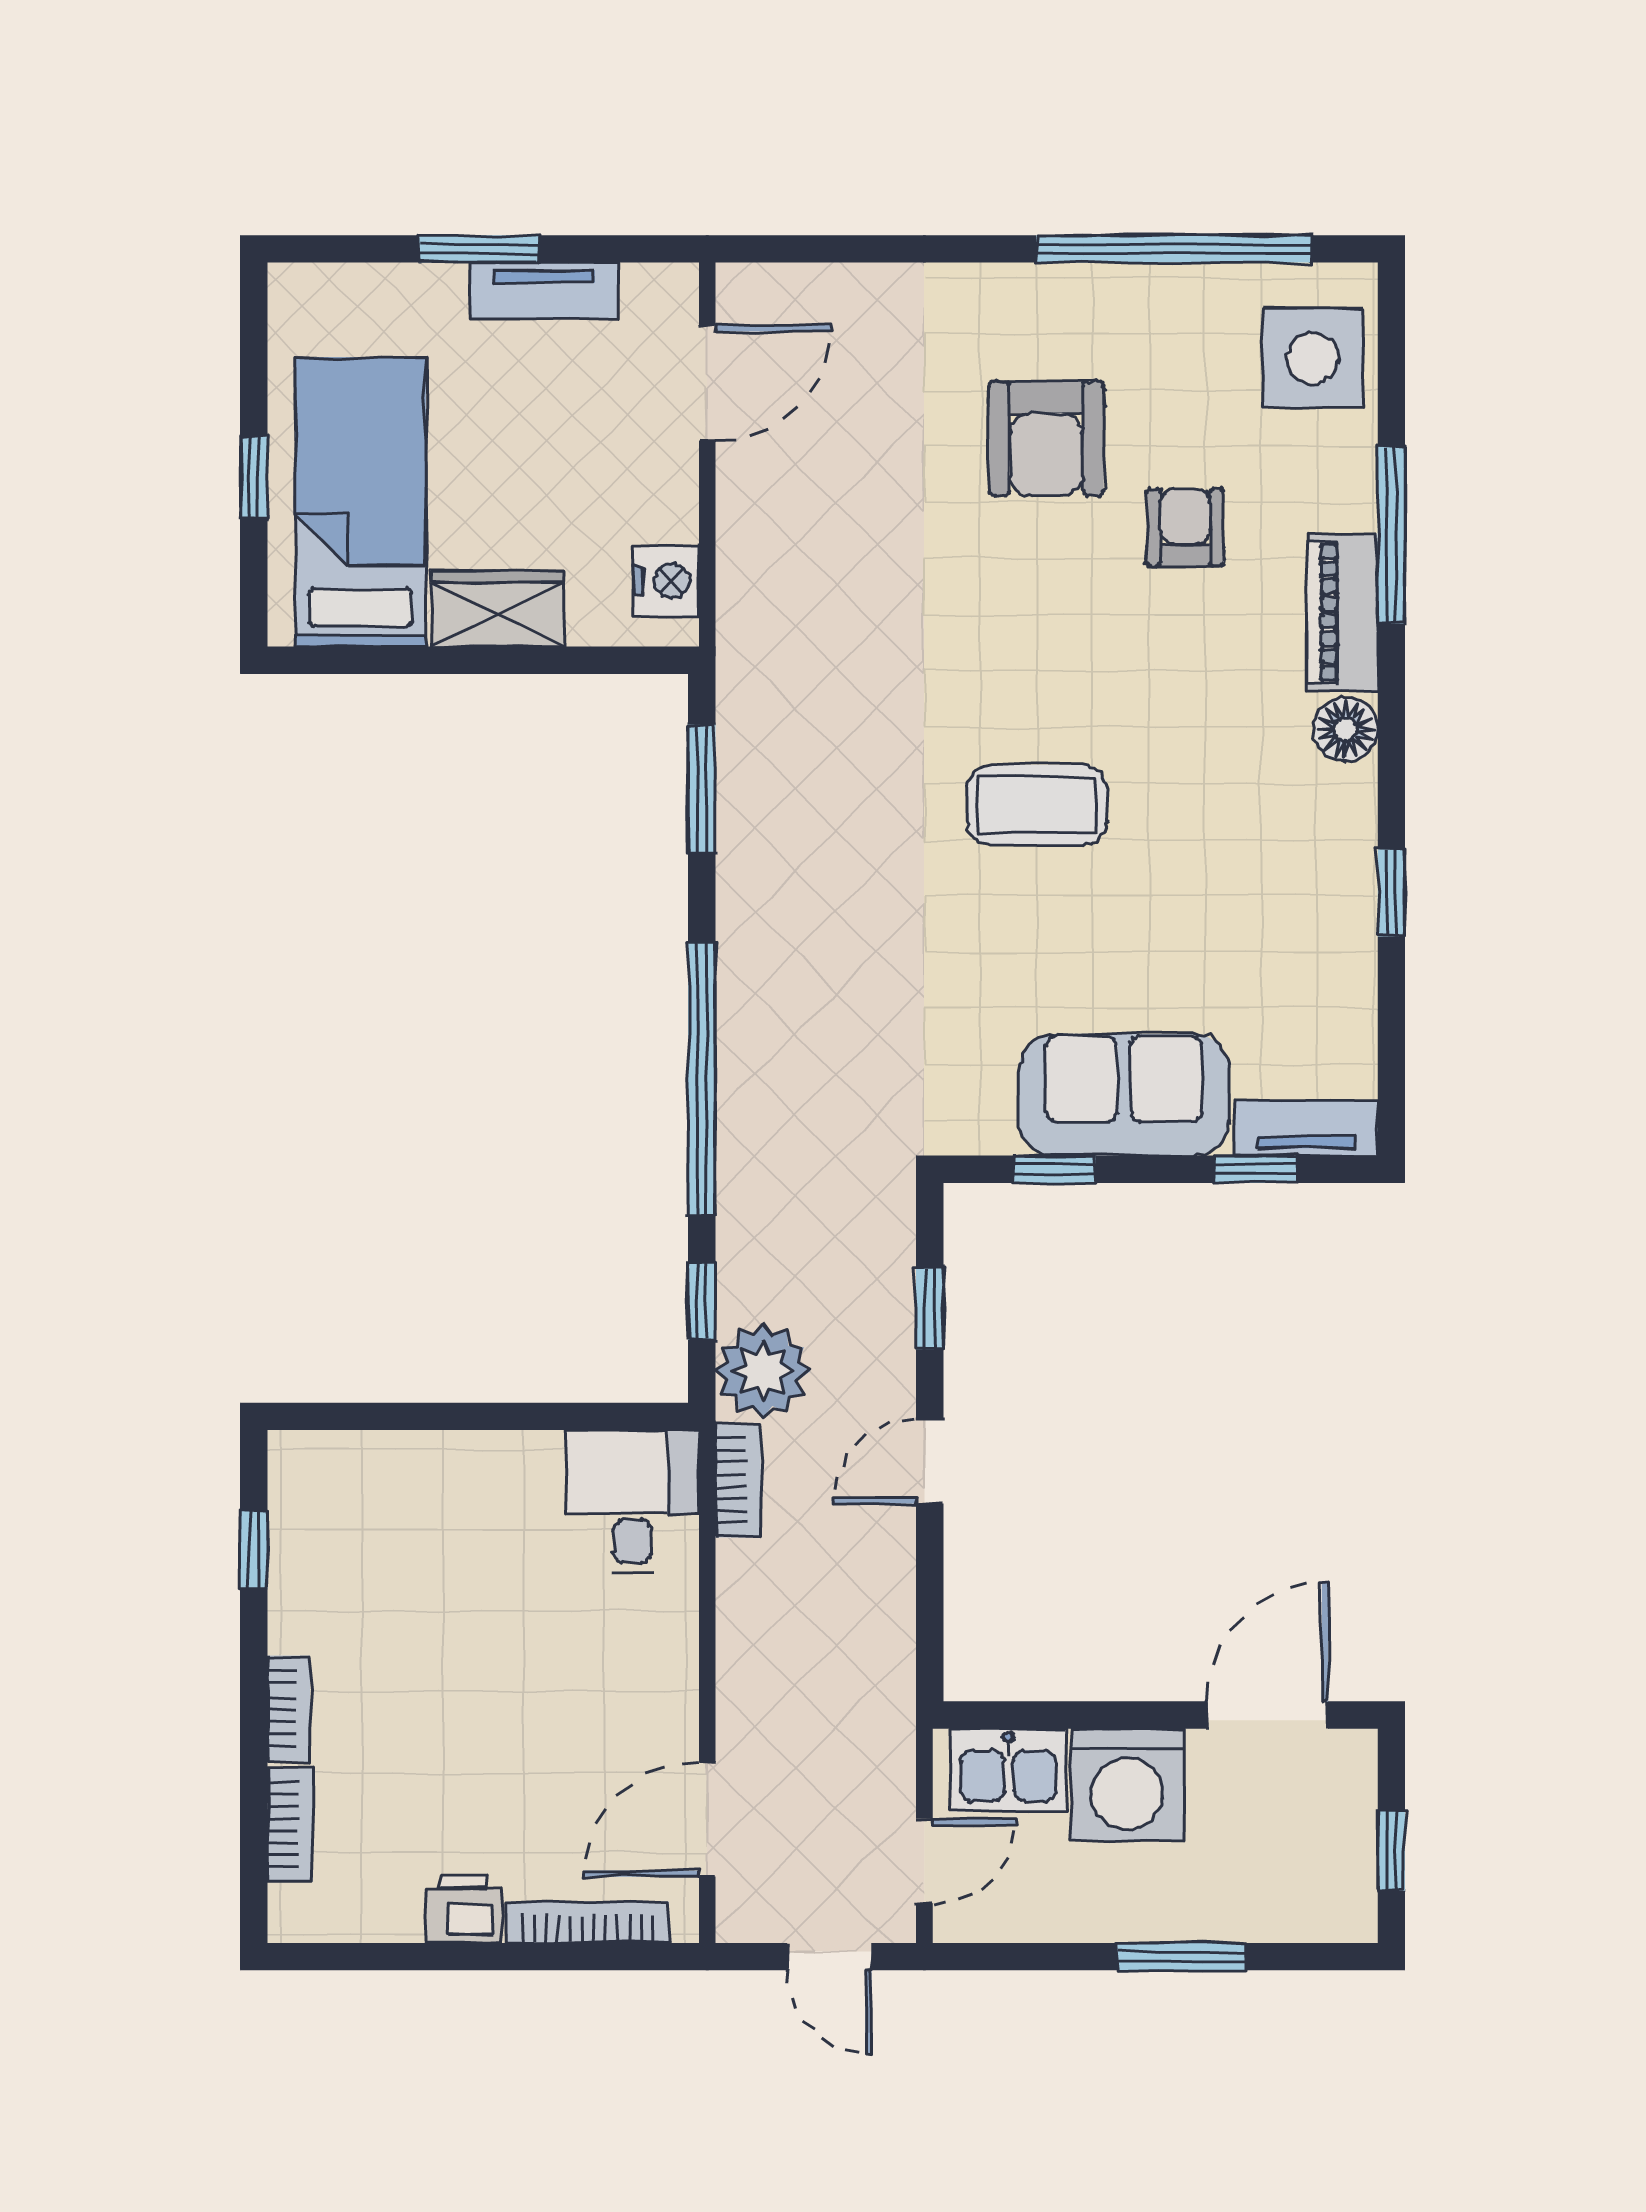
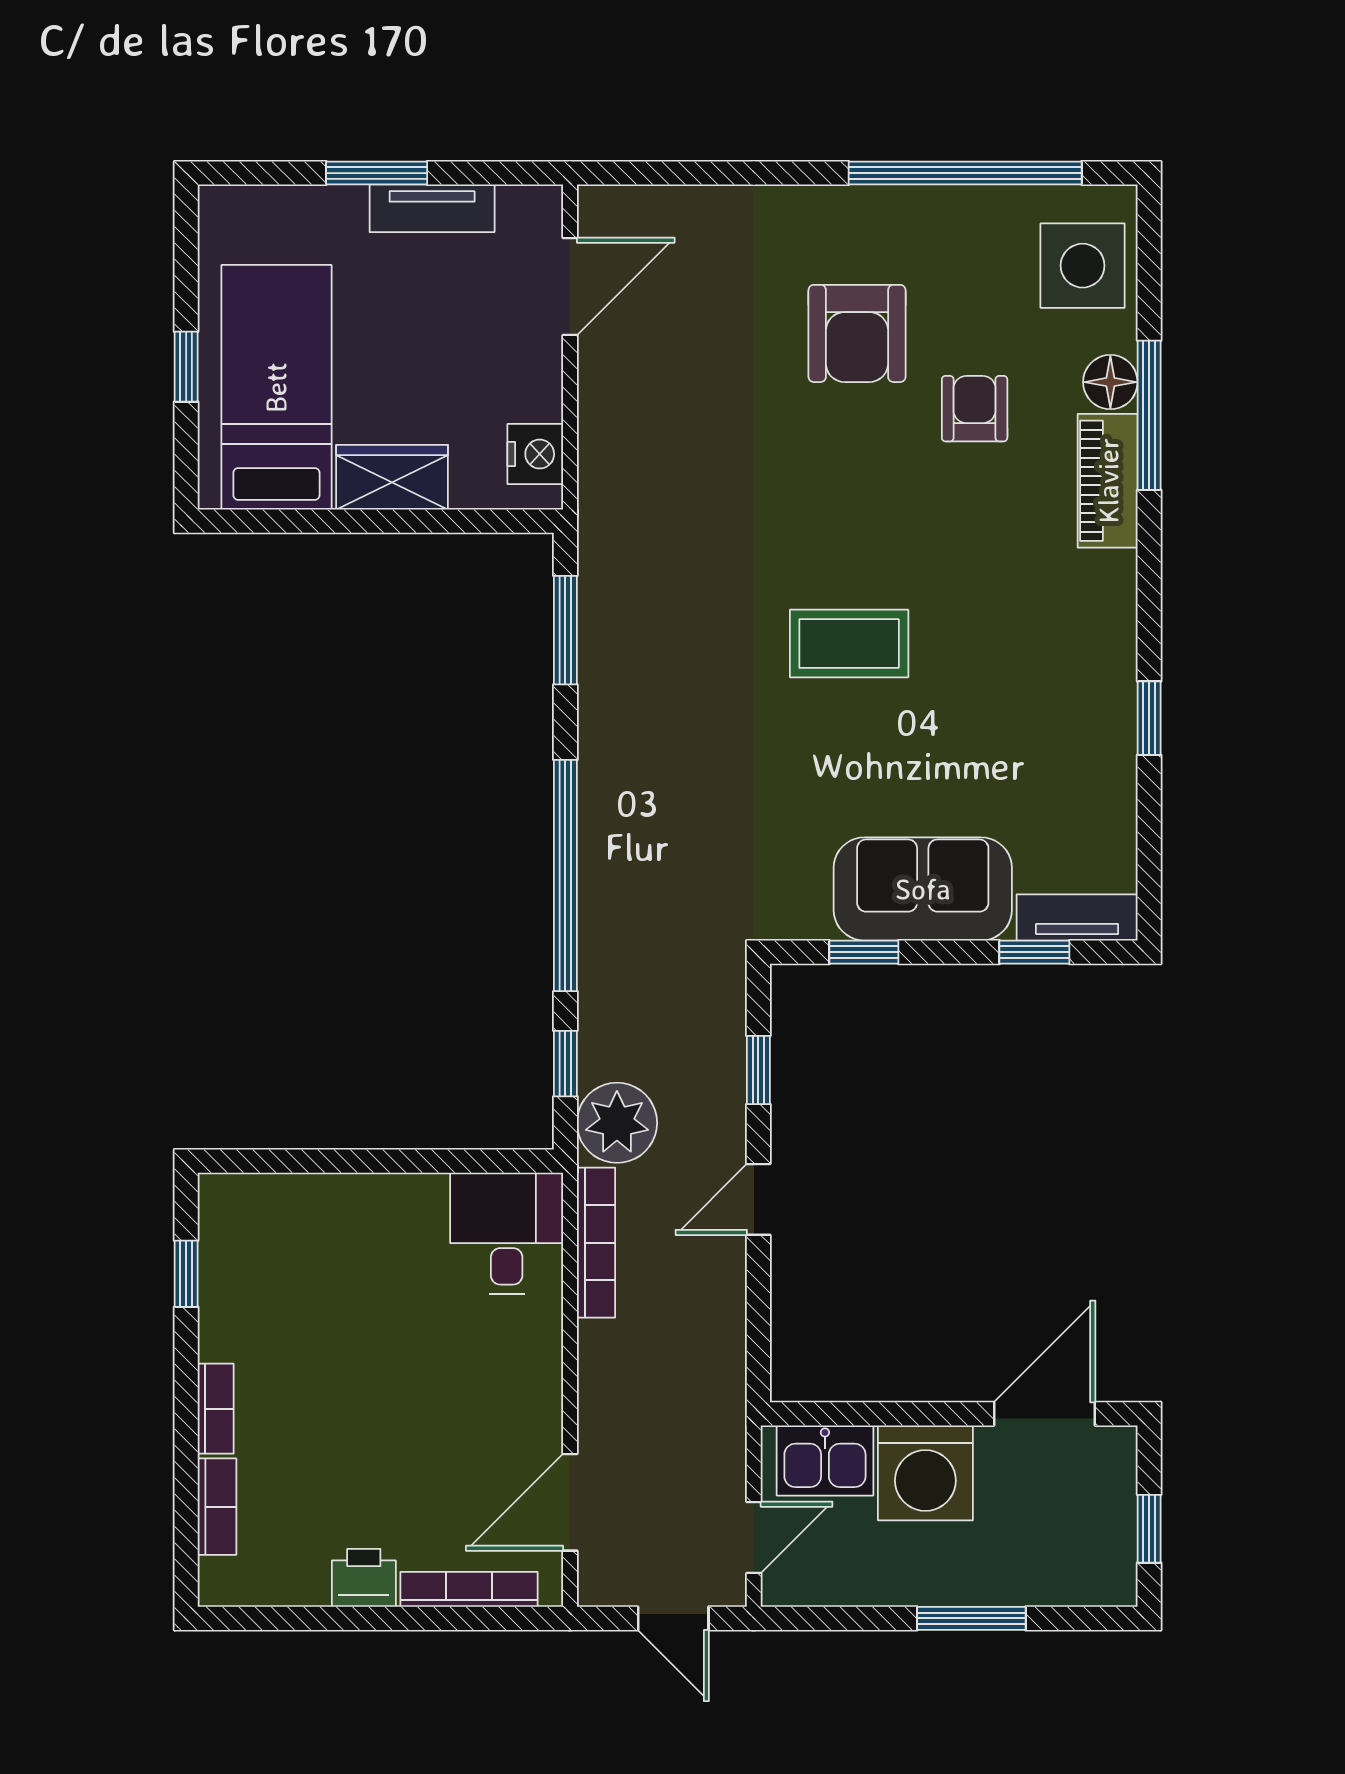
floor lamp: (1346, 729) -> (1110, 382), moved
bookcase: (738, 1481) -> (596, 1243), width x1.56

